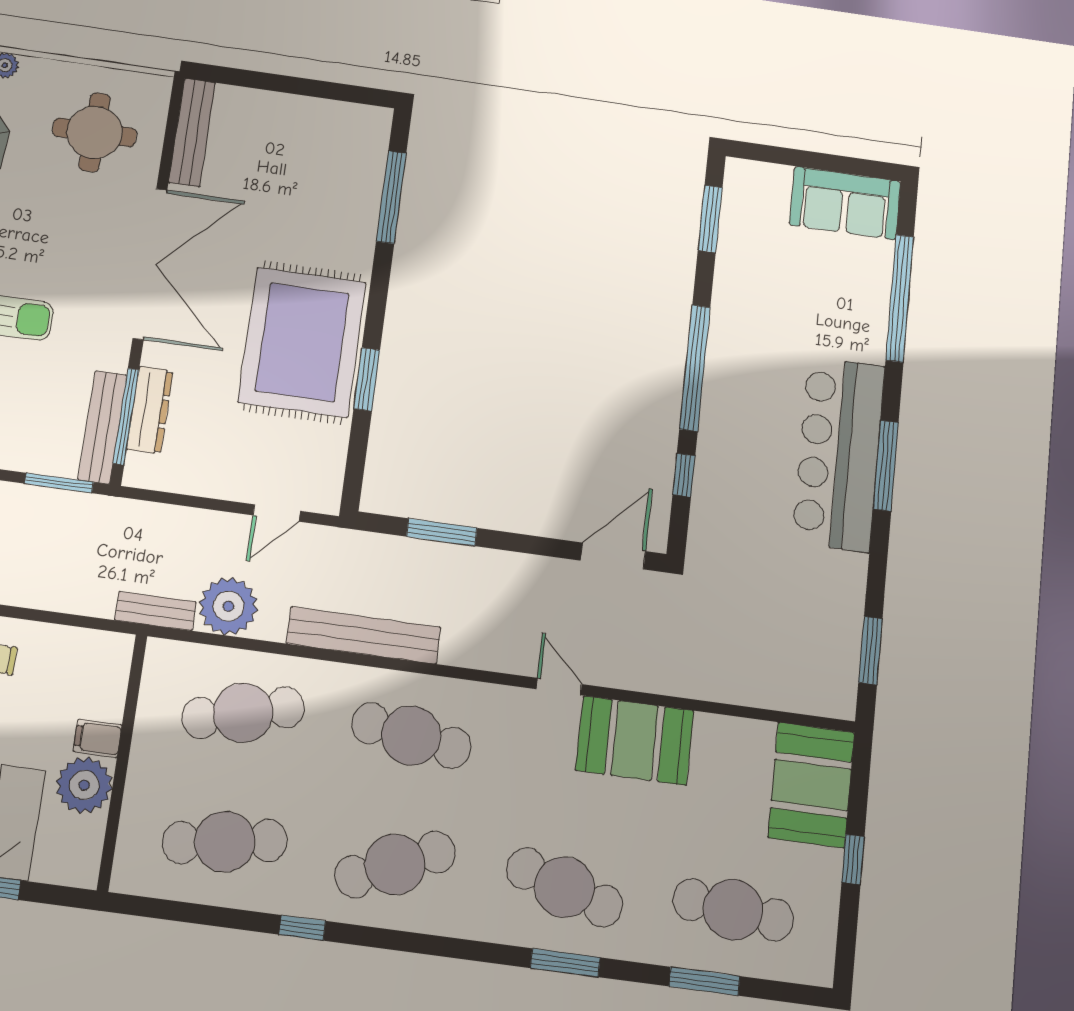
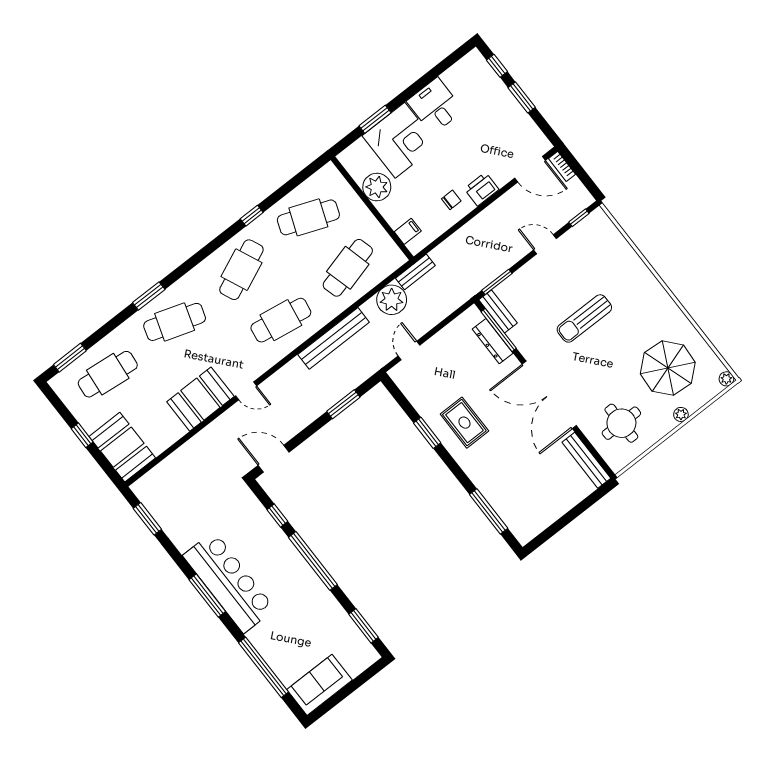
rug: (302, 342) -> (464, 423), width x0.54, depth x0.49
bench: (103, 427) -> (498, 311), width x0.73
door: (613, 556) -> (274, 459), swing flipped
filing cabinet: (98, 738) -> (408, 231), moved
cafe table: (225, 842) -> (308, 217), turned 30
window: (704, 981) -> (70, 358), moved

